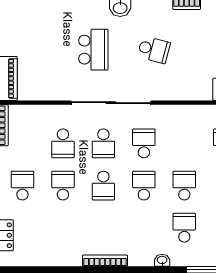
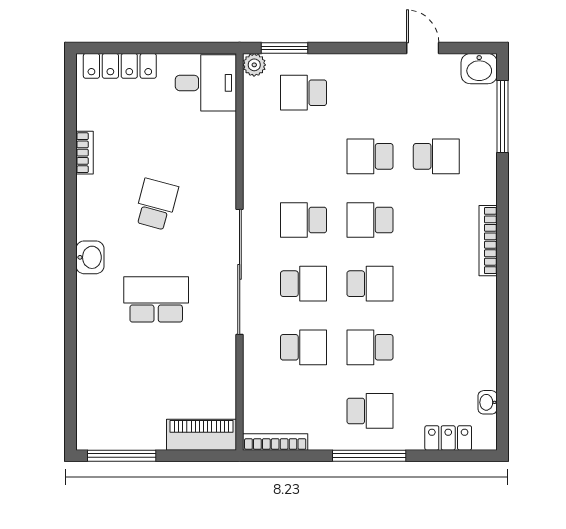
school desk: (22, 186) -> (370, 411), turned 180
school desk: (184, 228) -> (436, 156), turned 180
washbasin: (162, 260) -> (488, 402), moved
bookcase: (105, 261) -> (488, 241), moved

